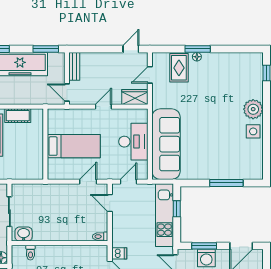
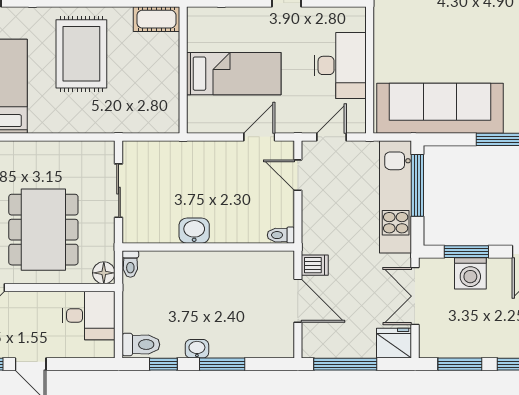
cot: (18, 116) -> (156, 19), moved
sofa: (166, 144) -> (440, 108), moved, turned -90
window: (177, 209) -> (417, 185), width x2.17
washbasin: (24, 234) -> (194, 231), moved
toilet: (30, 253) -> (130, 264), moved

